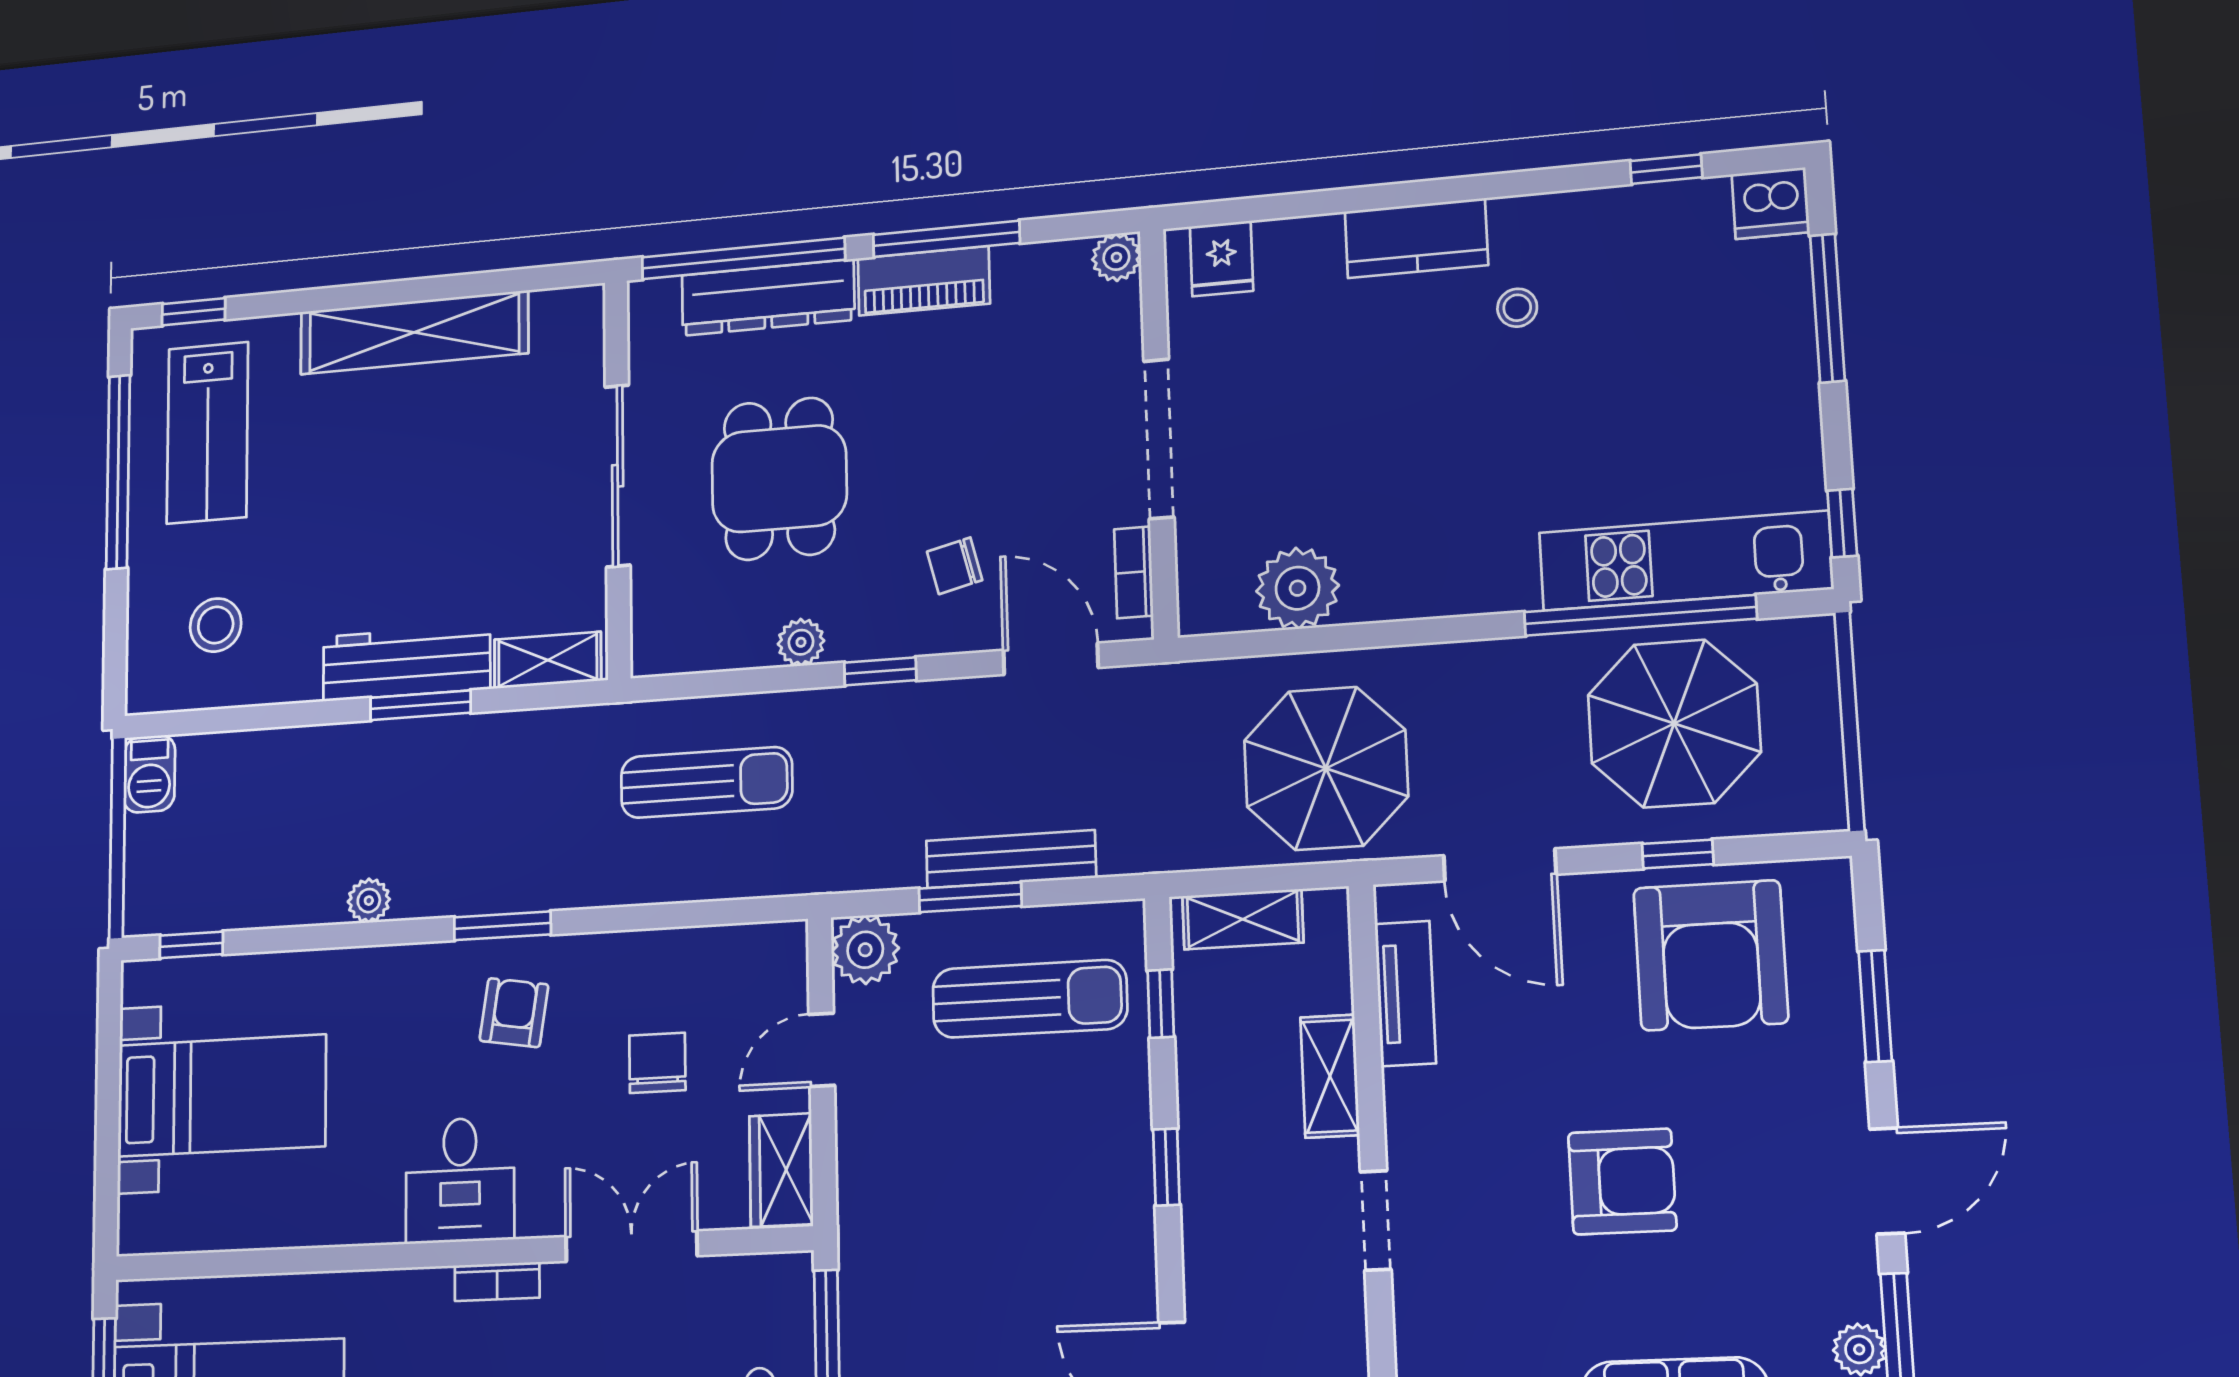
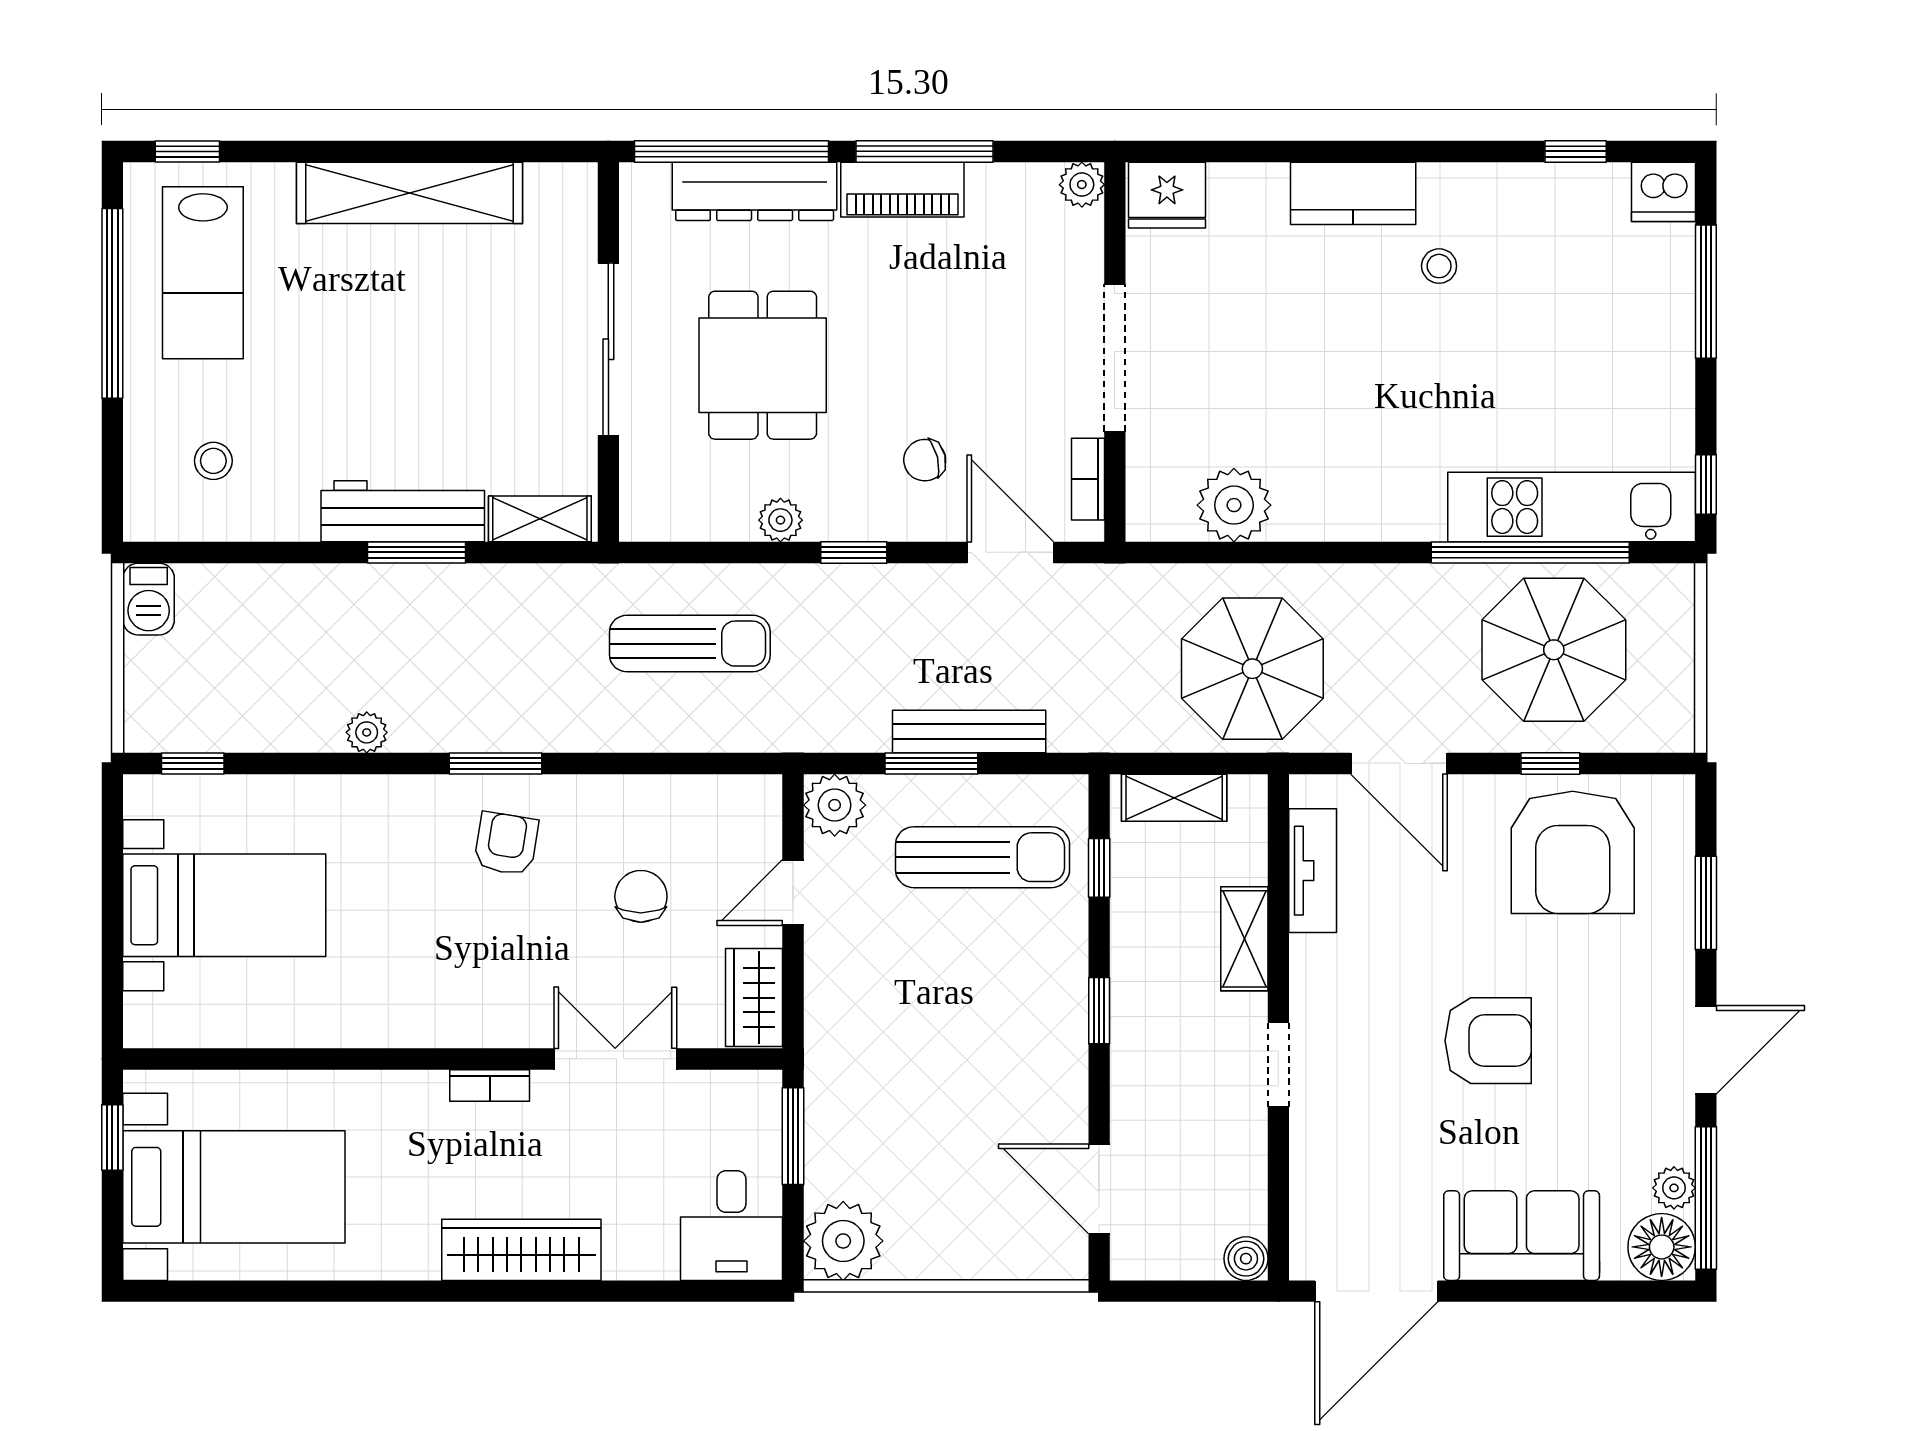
fridge: (1221, 259) -> (1167, 195), width x1.38
stool: (216, 625) -> (213, 461), width x0.73, depth x0.73
desk: (460, 1180) -> (455, 993), removed

